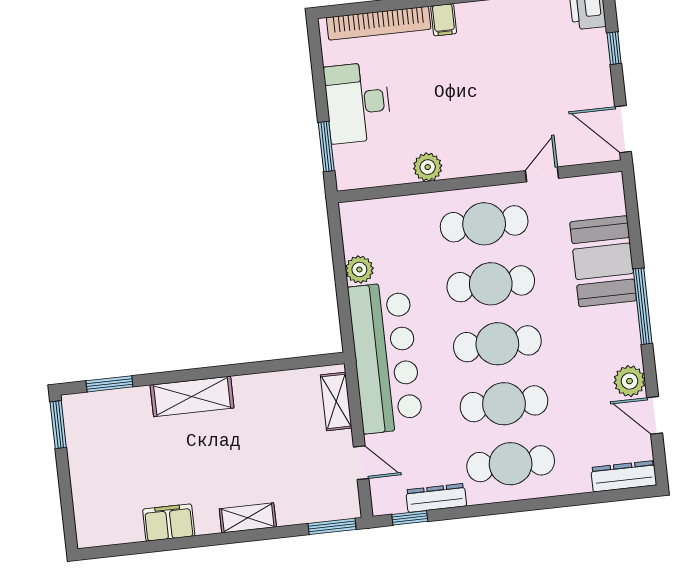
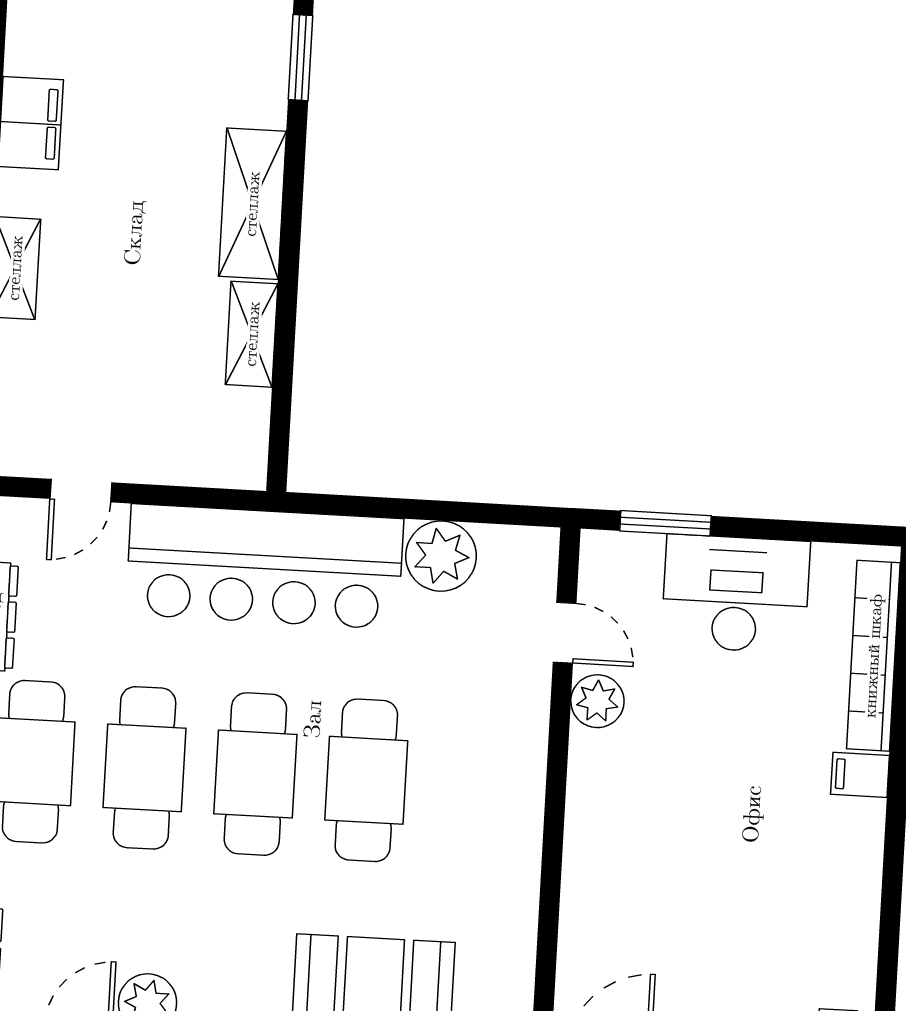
door: (542, 174) -> (565, 633), moved
cafe table: (484, 224) -> (477, 786), removed
plant: (359, 269) -> (441, 556), width x1.36, depth x1.36
shelving: (336, 401) -> (252, 334), moved, turned 90

